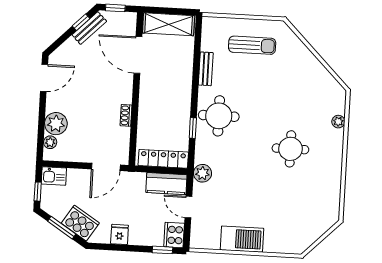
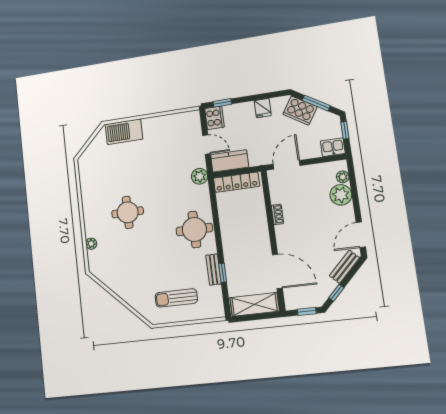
bench: (89, 28) -> (344, 267), moved
window: (193, 128) -> (223, 273), moved
barbecue: (242, 239) -> (124, 132), moved

